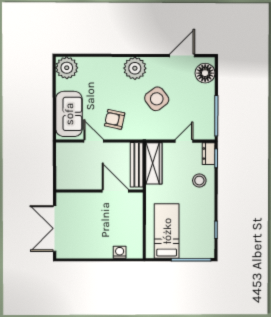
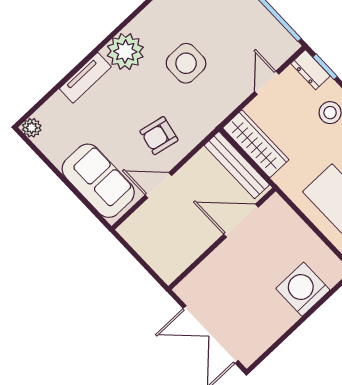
tv unit: (106, 63) -> (85, 78), added
plant: (67, 68) -> (32, 128), width x0.53, depth x0.53
side table: (157, 99) -> (186, 63), turned 37
washing machine: (120, 252) -> (303, 289), width x1.89, depth x1.89

